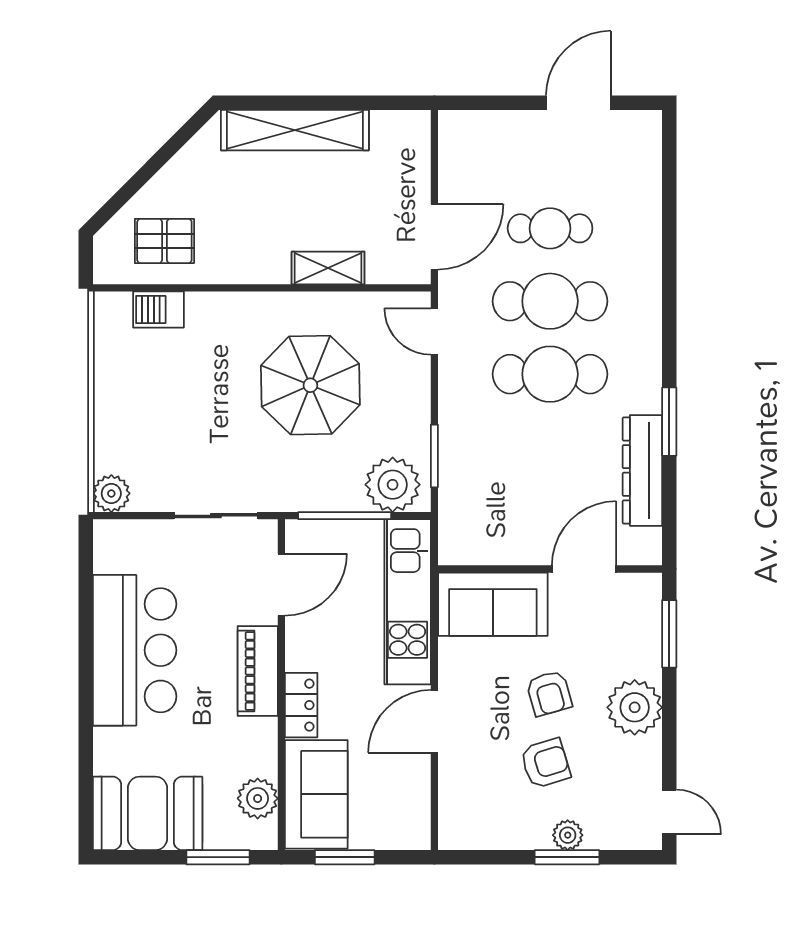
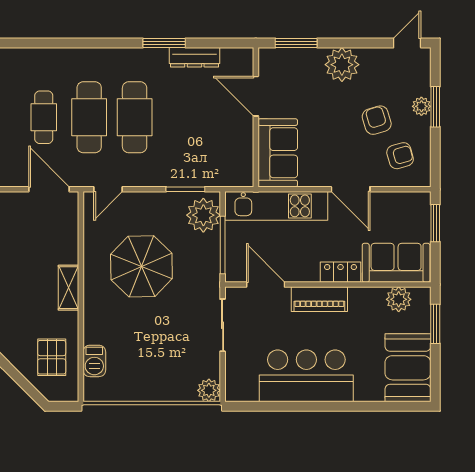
shelving: (328, 268) -> (68, 288), moved
dresser: (642, 470) -> (194, 57), width x0.73, depth x0.80
armchair: (549, 693) -> (400, 156), moved
window: (345, 857) -> (435, 223), moved

